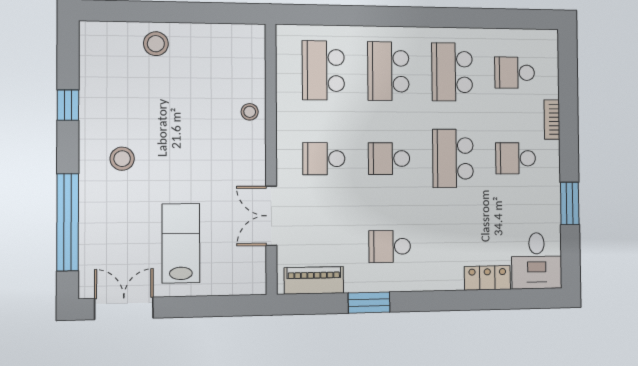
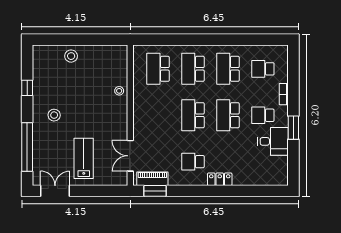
school desk: (324, 159) -> (158, 115), removed
school desk: (389, 159) -> (193, 115), width x1.85
window: (570, 203) -> (293, 128), moved
double door: (271, 216) -> (130, 156), moved
desk: (537, 261) -> (273, 141), moved, turned -90
locker: (487, 278) -> (220, 179), moved
window: (369, 303) -> (155, 191), moved

